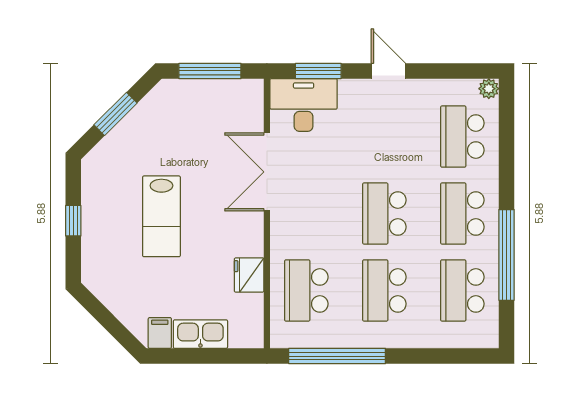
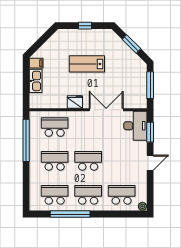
fridge: (249, 275) -> (75, 102), moved

